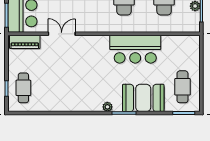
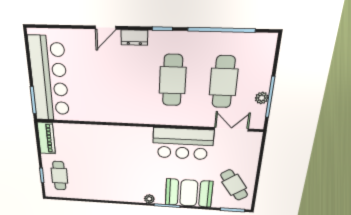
double door: (62, 34) -> (231, 129), moved
piano: (25, 42) -> (46, 138), moved, turned -90
cafe table: (182, 87) -> (234, 185), turned -35

